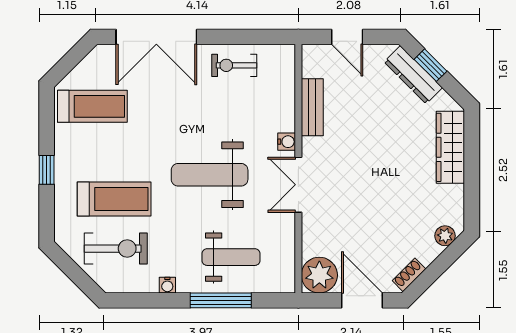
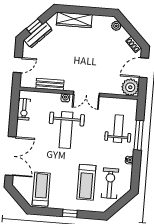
exercise bike: (234, 65) -> (24, 109), moved
weight bench: (210, 175) -> (66, 130), moved
treadmill: (114, 199) -> (86, 182), turned 180

